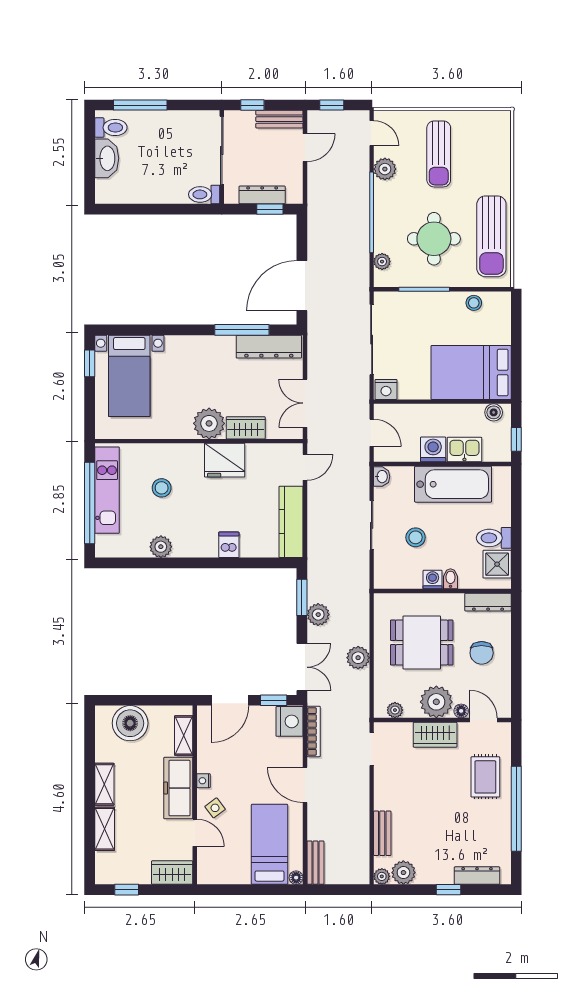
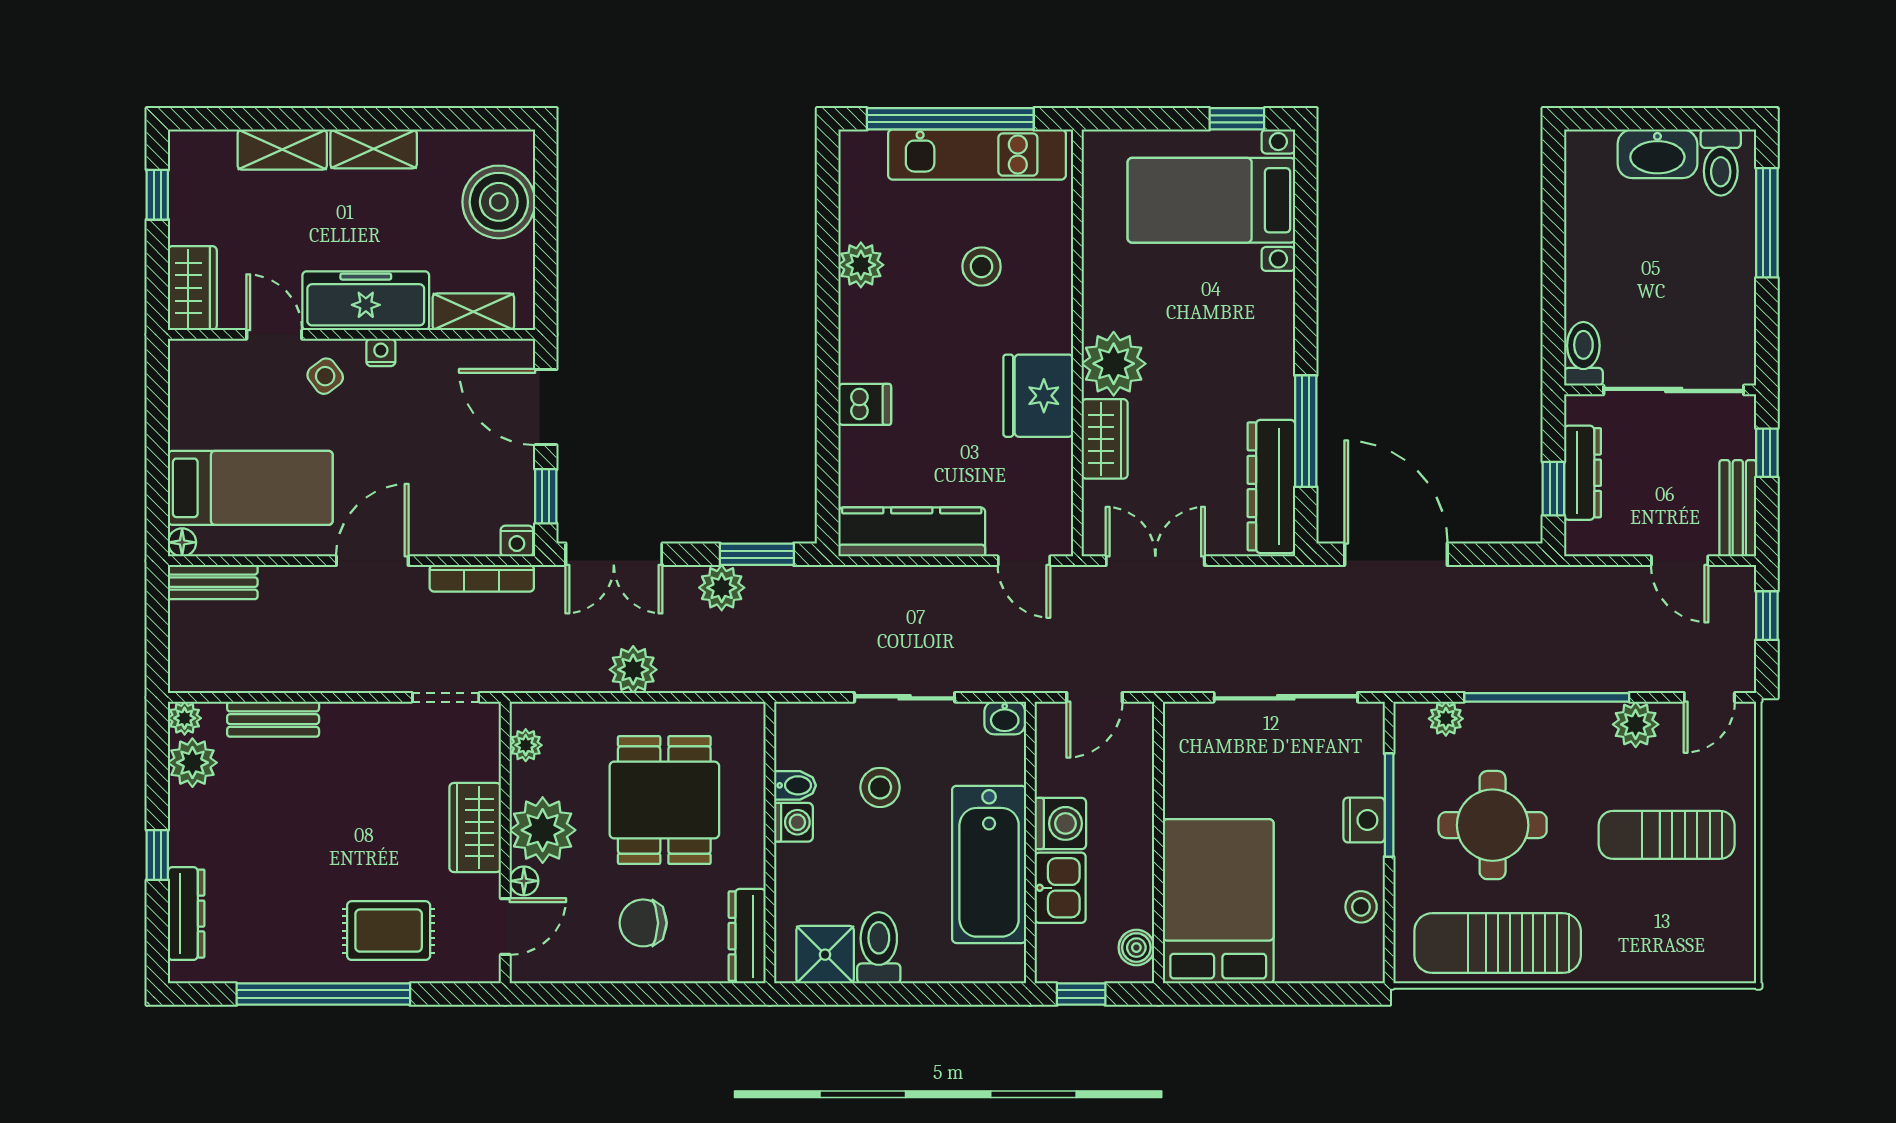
nightstand: (386, 389) -> (1364, 820), moved, turned 180
bidet: (450, 579) -> (795, 785), moved
nightstand: (290, 721) -> (517, 541), width x0.53, depth x0.56
door: (195, 833) -> (274, 334), swing flipped

